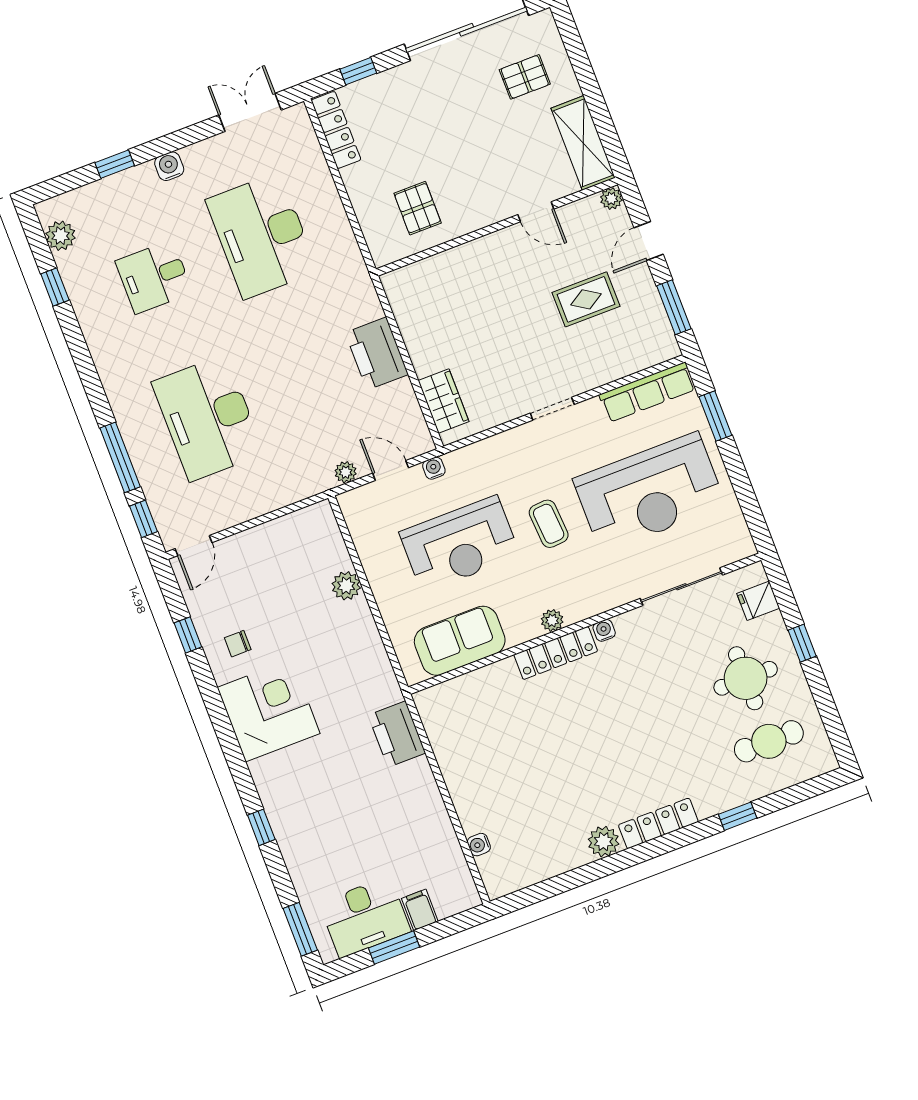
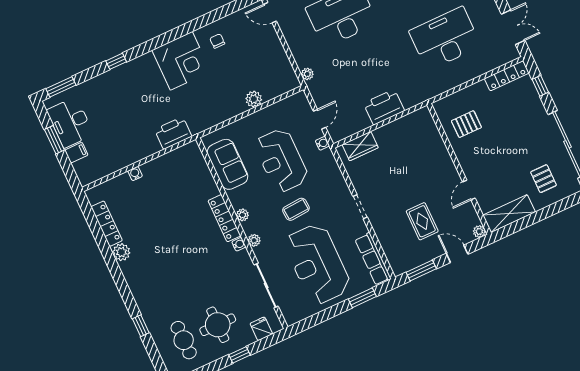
plant: (346, 472) -> (307, 74), moved
plant: (599, 603) -> (254, 240), added
window: (188, 635) -> (220, 13), removed
locker: (658, 823) -> (107, 224), moved
water cooler: (479, 845) -> (135, 174), moved

